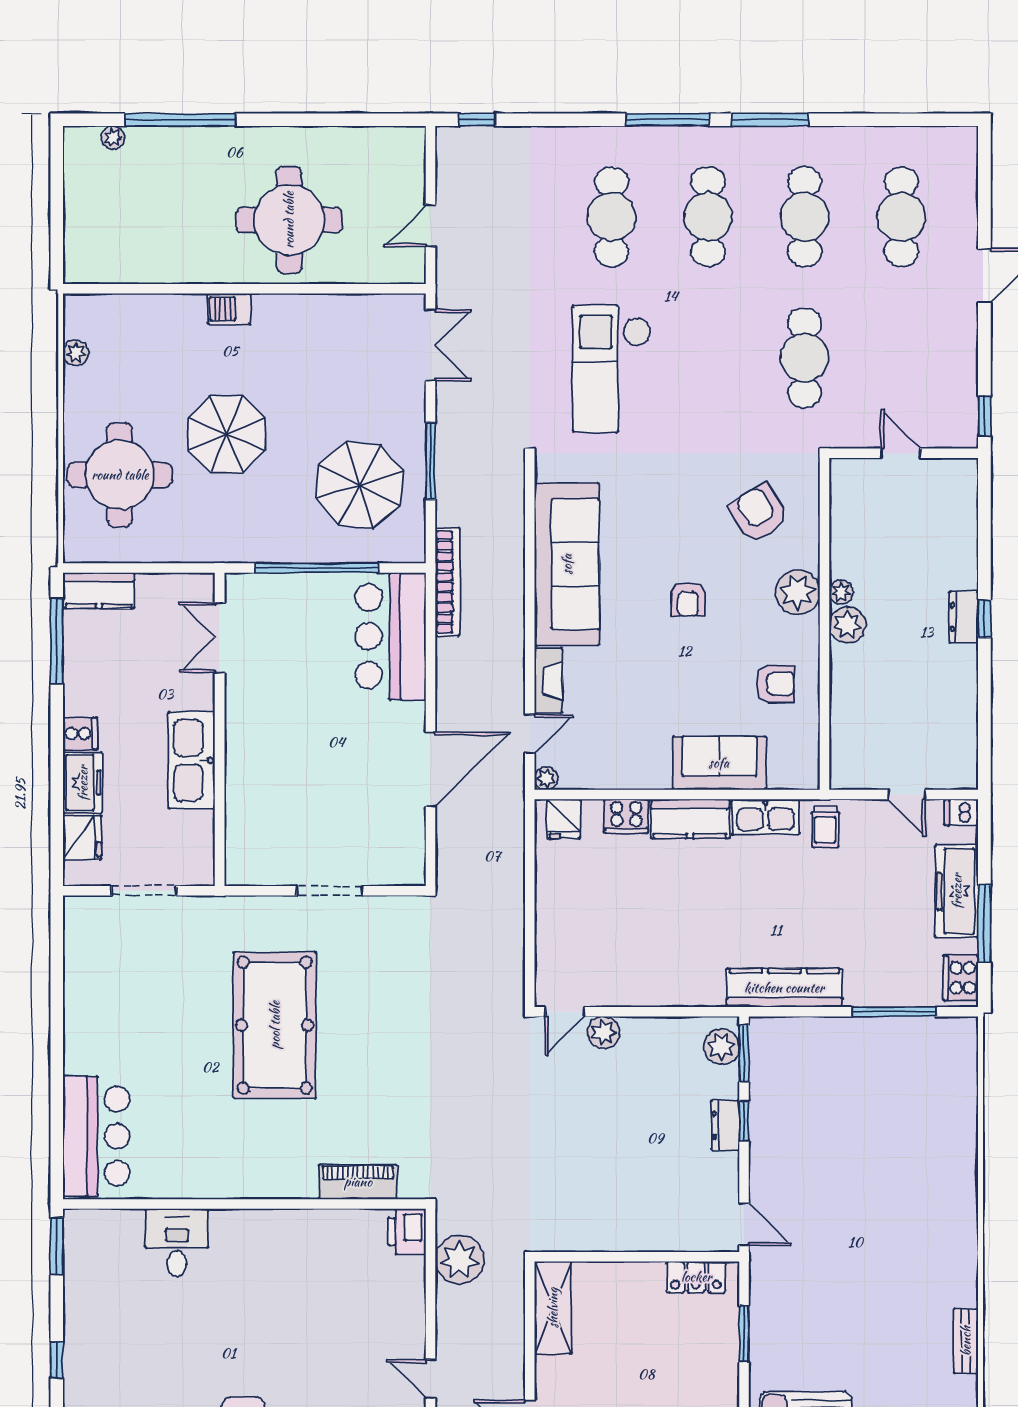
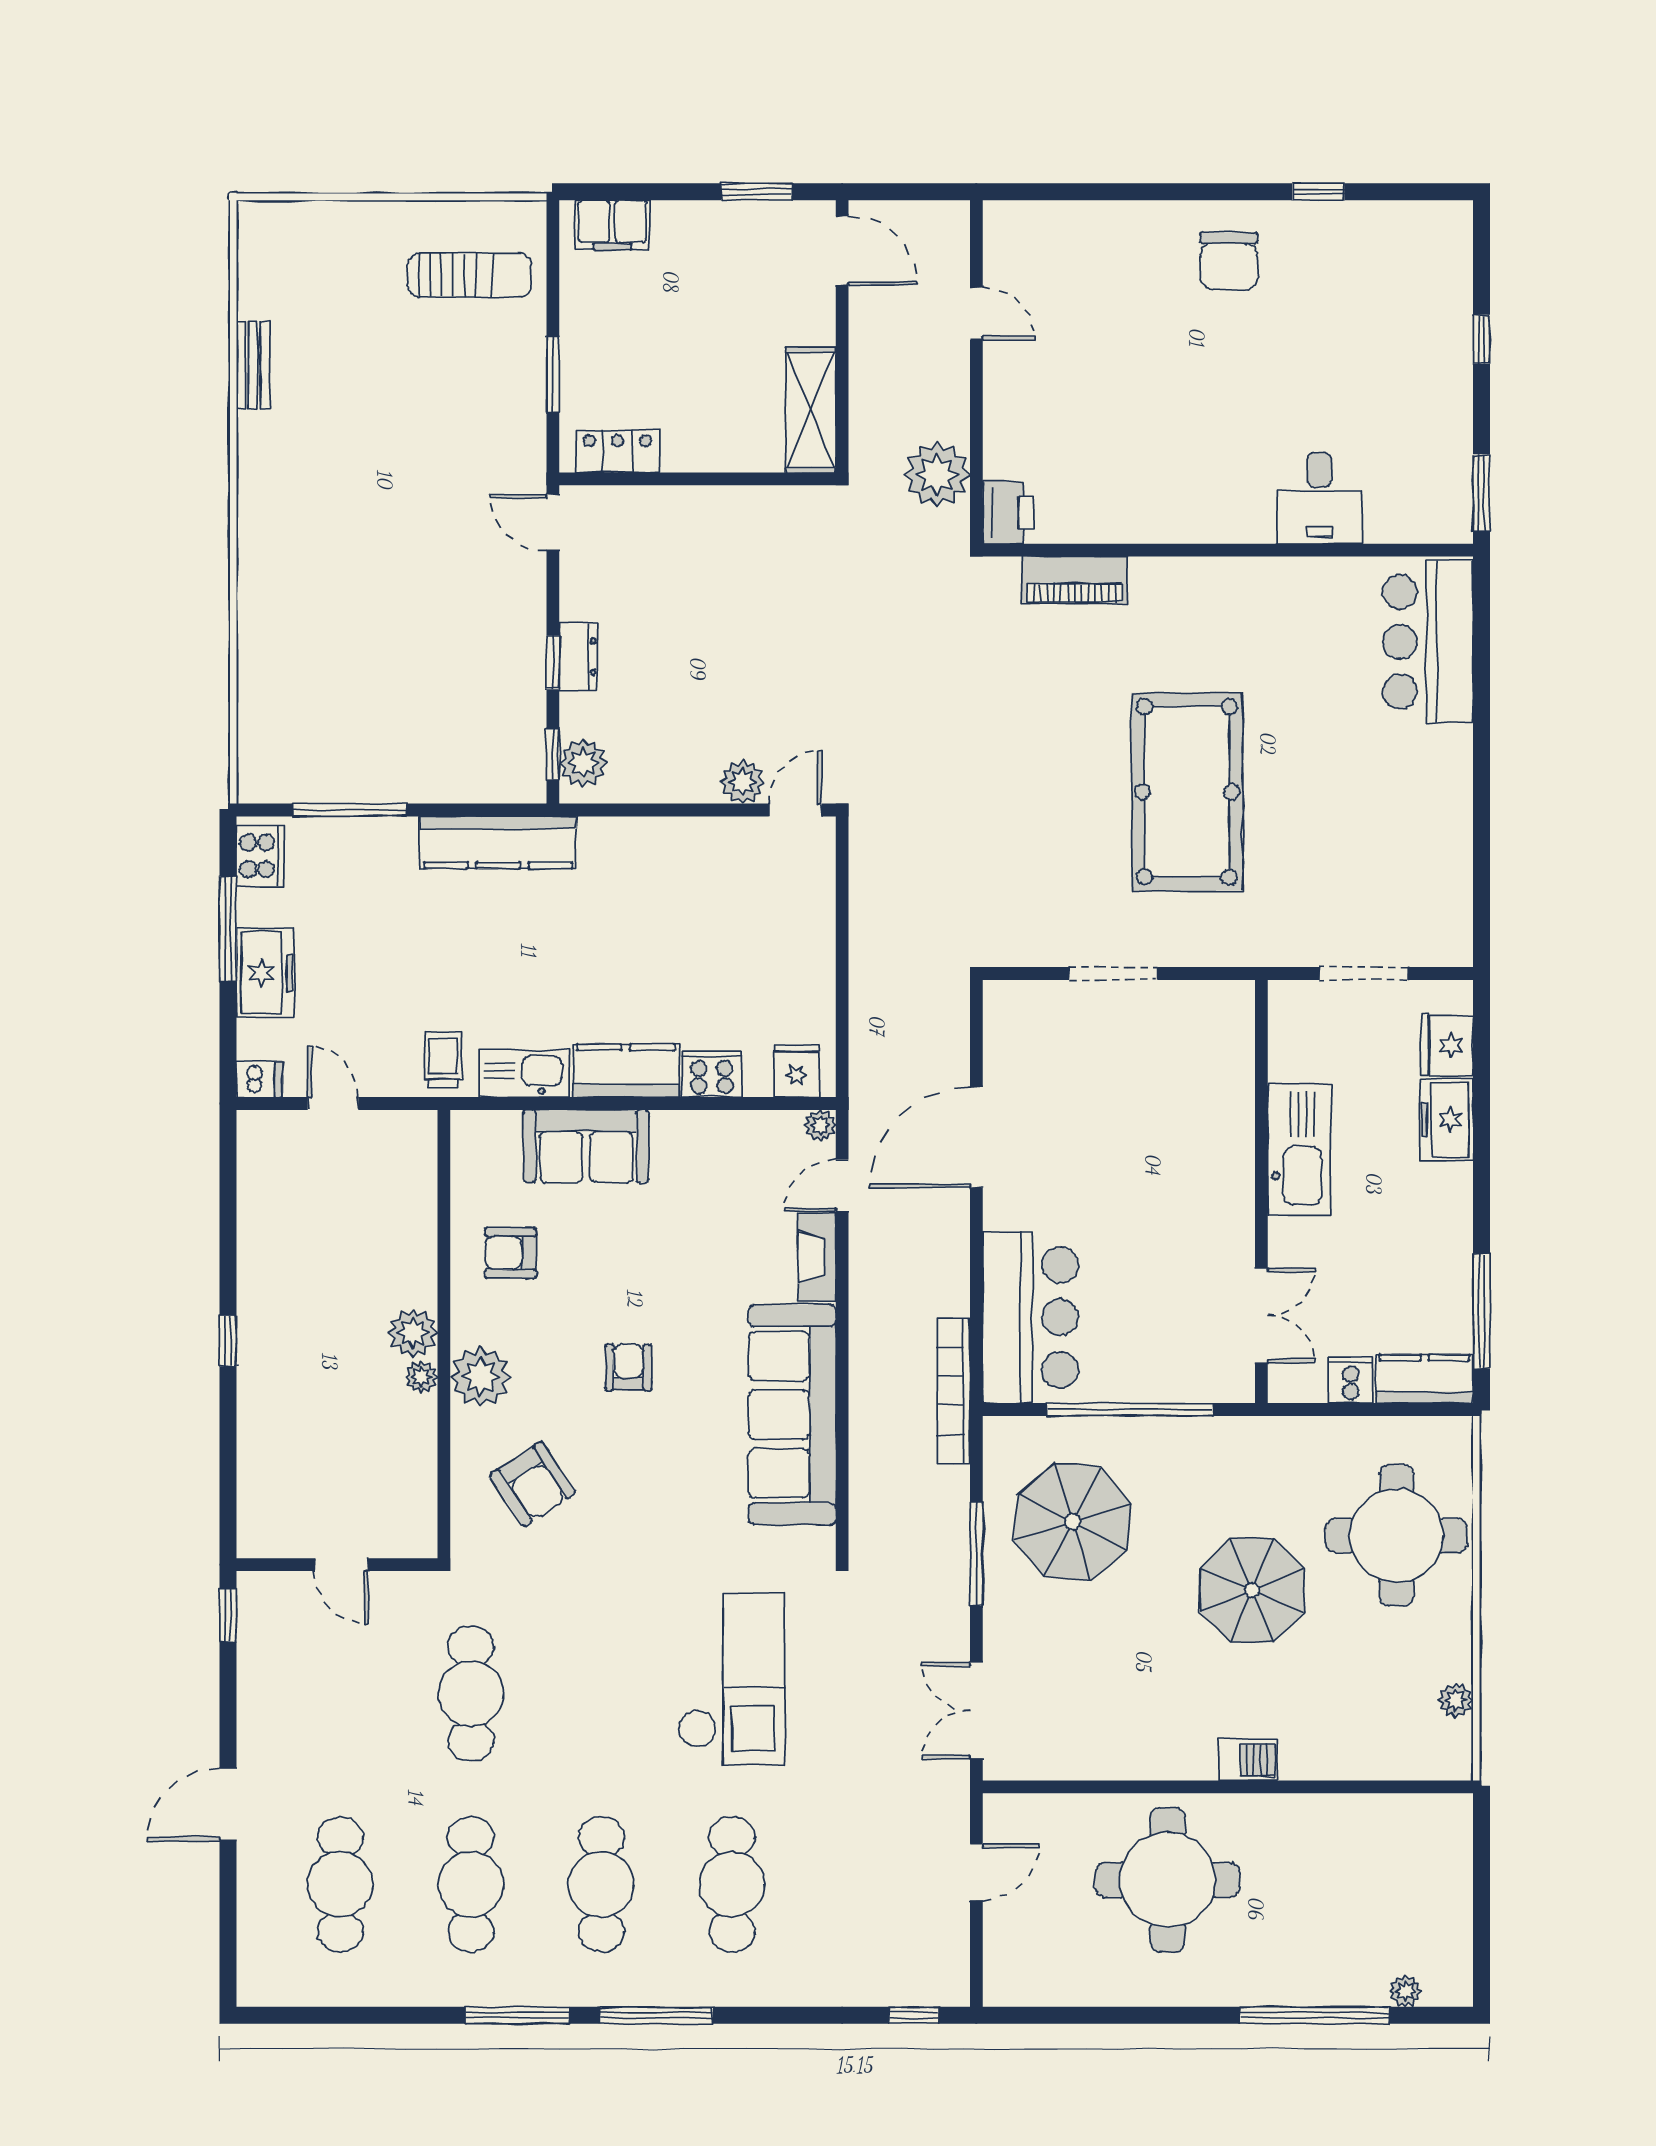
dresser: (964, 617) -> (256, 1343), removed
cooker: (80, 733) -> (1351, 1380), moved, turned 90
freezer: (957, 891) -> (265, 973), width x0.71
window: (744, 1053) -> (553, 754), width x0.67

